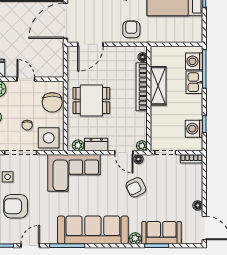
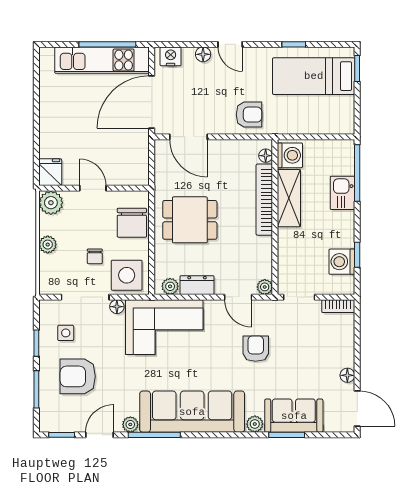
armchair: (131, 29) -> (249, 115), turned 90
door: (90, 44) -> (188, 137), hinge flipped
washing machine: (194, 61) -> (290, 155), moved, turned 180
floor lamp: (138, 159) -> (117, 307), moved
armchair: (136, 187) -> (256, 349), turned 116
plant: (51, 239) -> (130, 424), added

